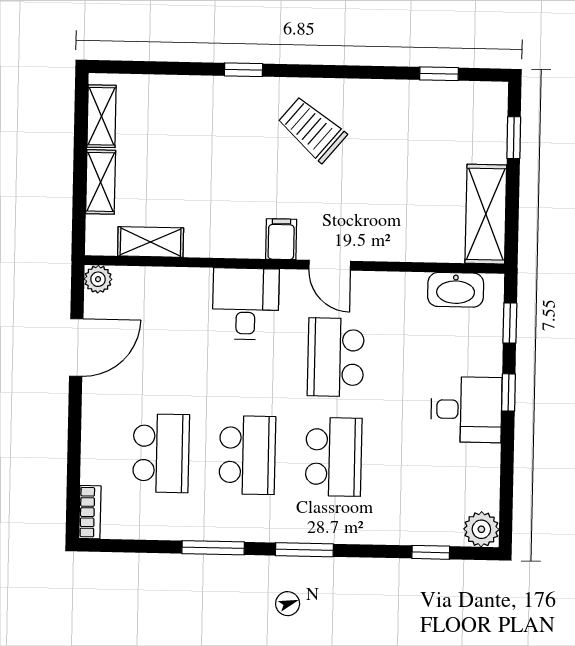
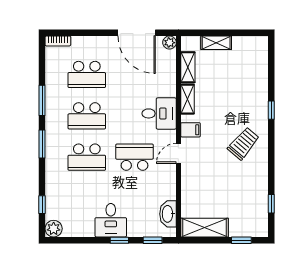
shelving: (102, 116) -> (188, 99), moved, turned 90
door: (76, 347) -> (137, 33), width x1.36

